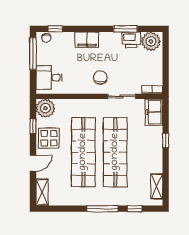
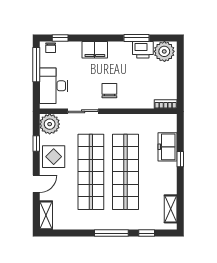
desk: (49, 77) -> (54, 86), width x1.37
sliding door: (122, 96) -> (83, 111), moved
freezer: (154, 112) -> (168, 147), moved

